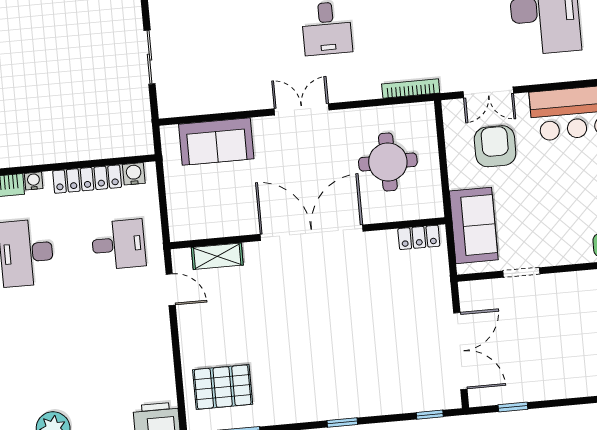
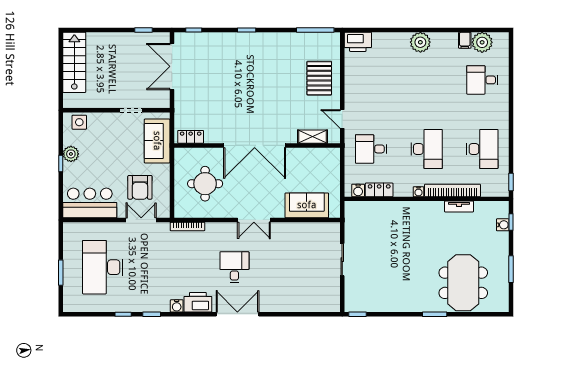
locker: (87, 179) -> (379, 190), width x0.66
pallet: (223, 387) -> (319, 78), moved, turned 90

